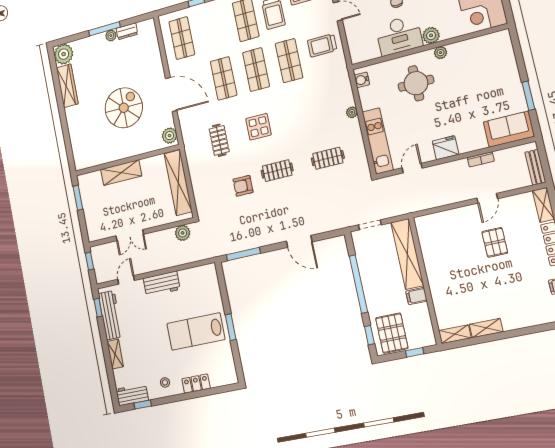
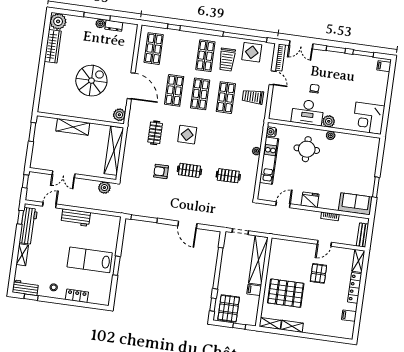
kitchen unit: (378, 141) -> (269, 161), moved
pallet: (460, 285) -> (286, 293), added

